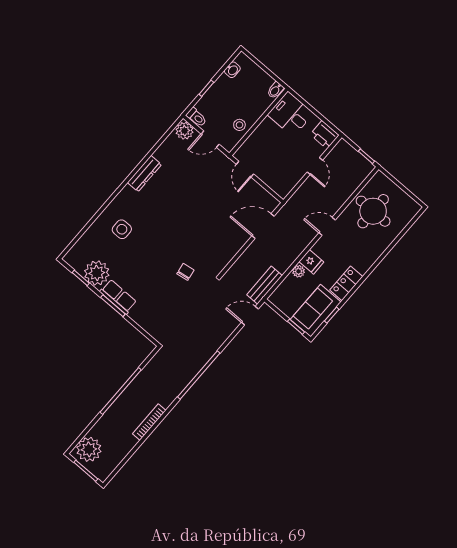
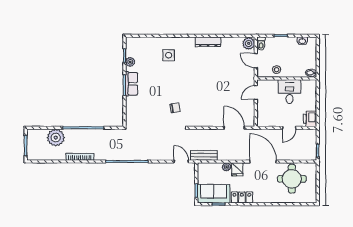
desk: (291, 114) -> (290, 92), moved
door: (327, 226) -> (263, 161), width x1.87
plant: (97, 273) -> (130, 62), width x0.53, depth x0.53
plant: (89, 449) -> (56, 138), moved

